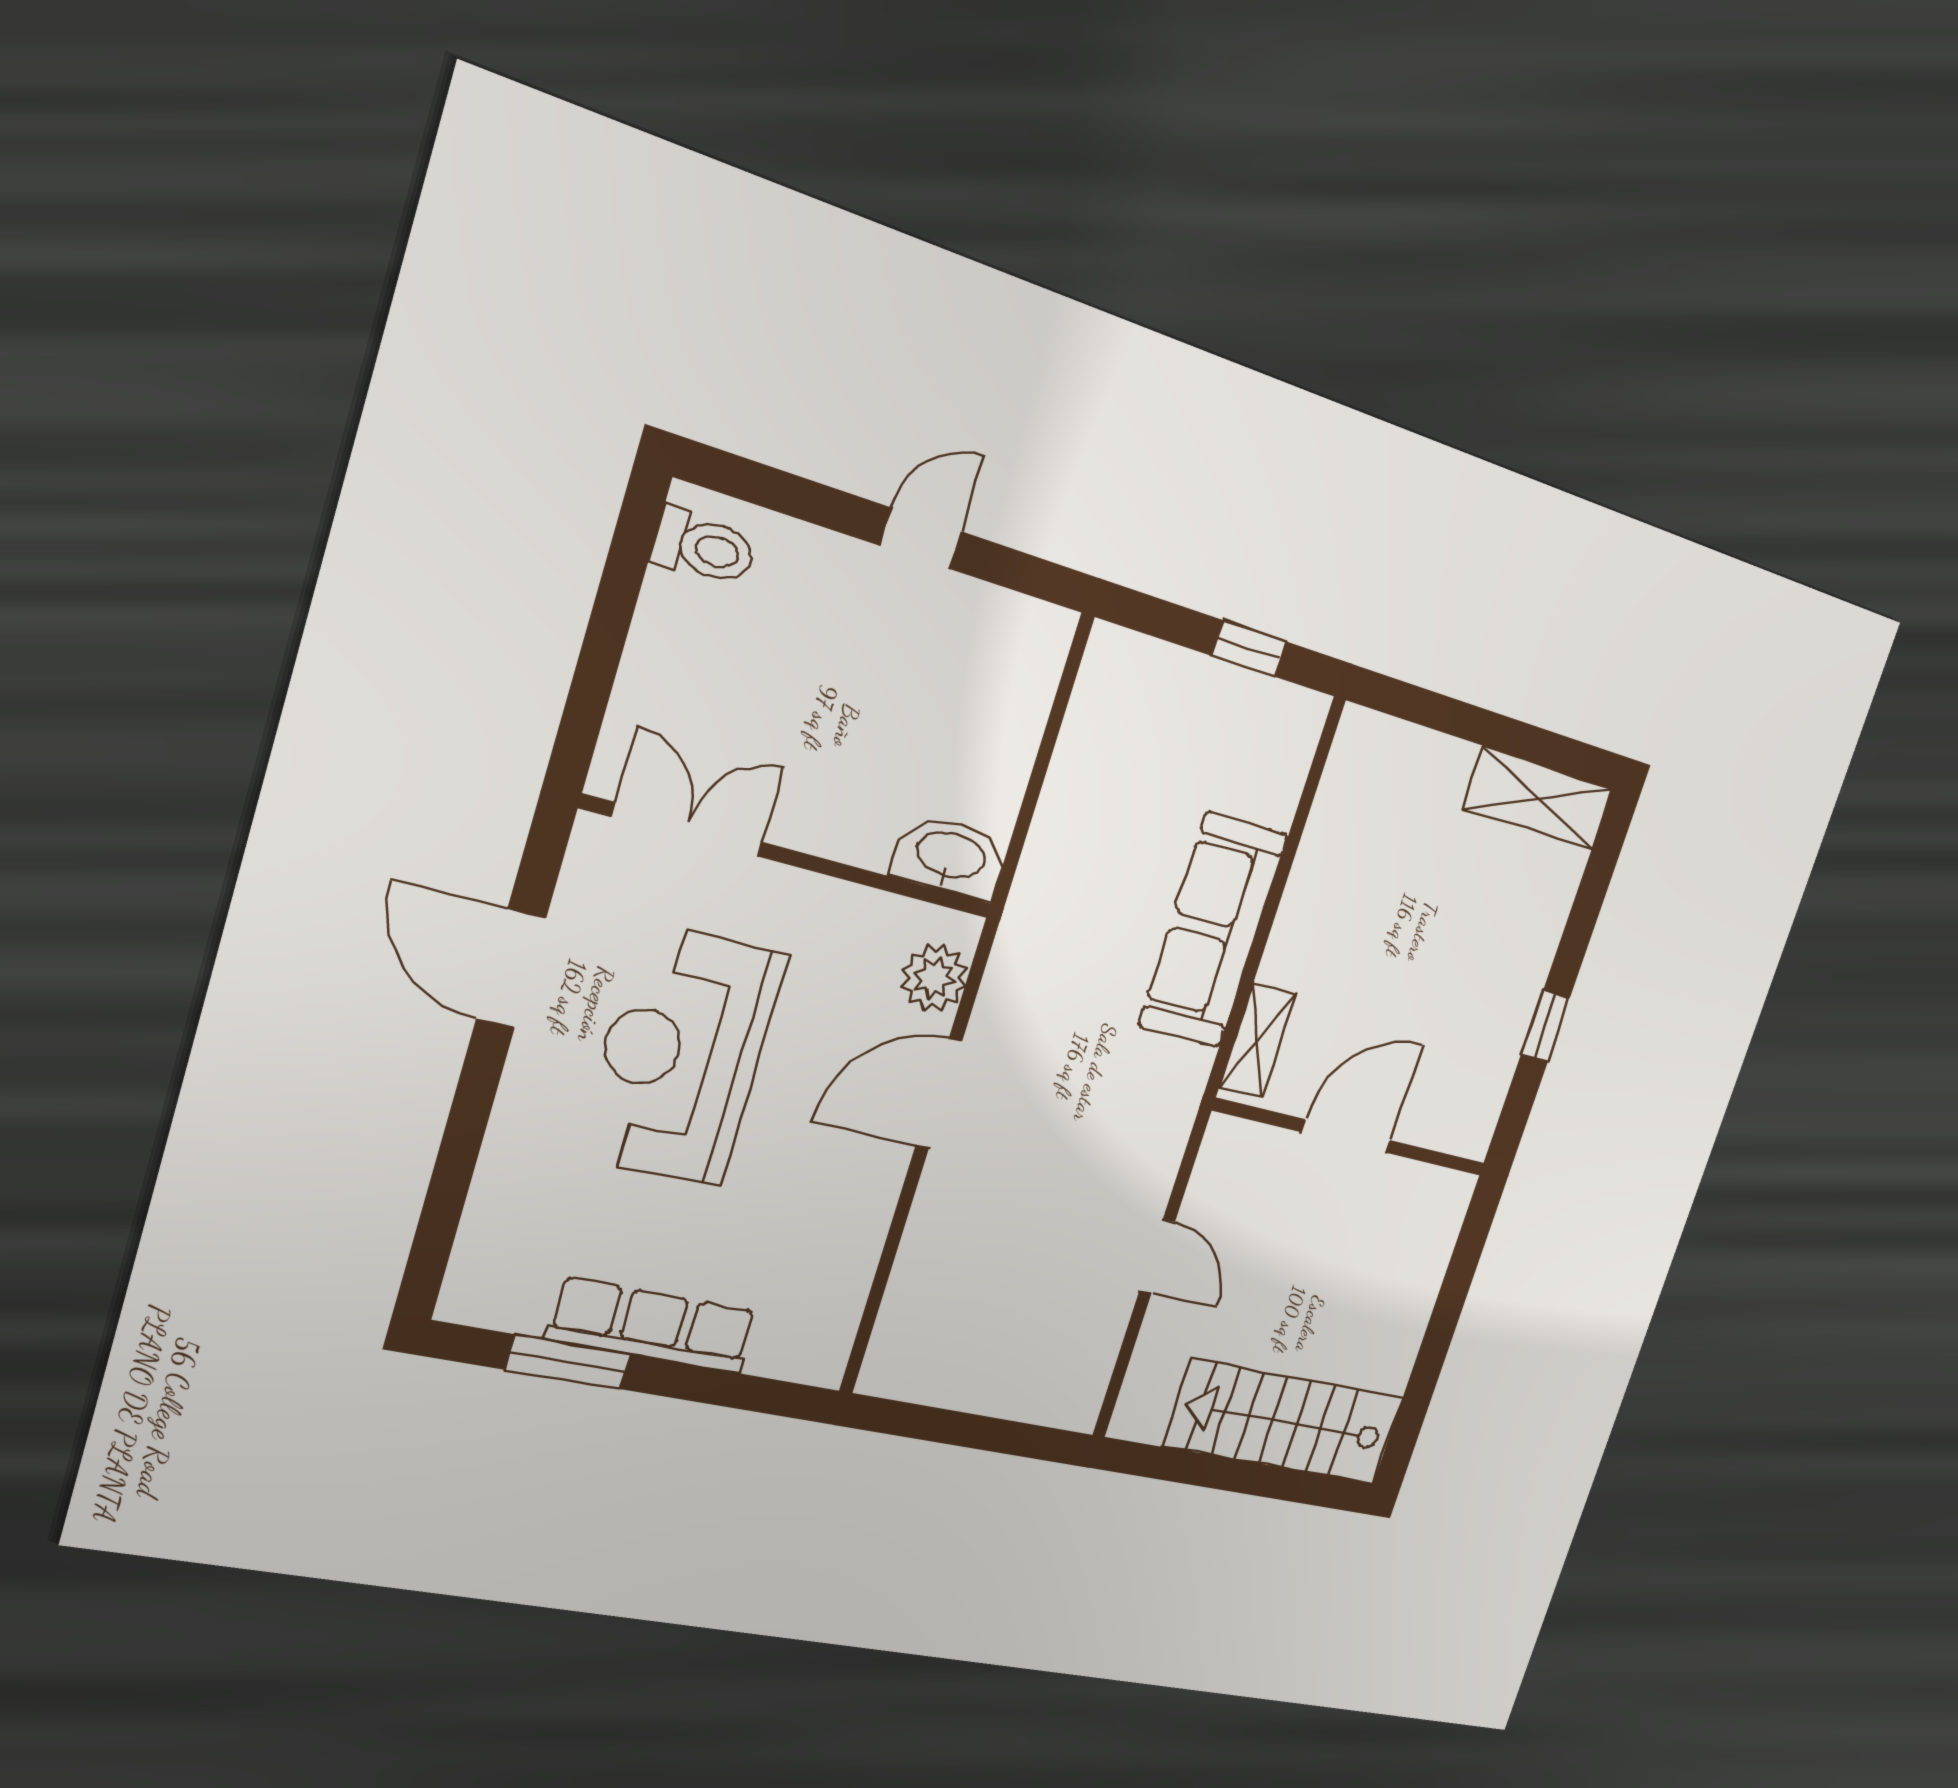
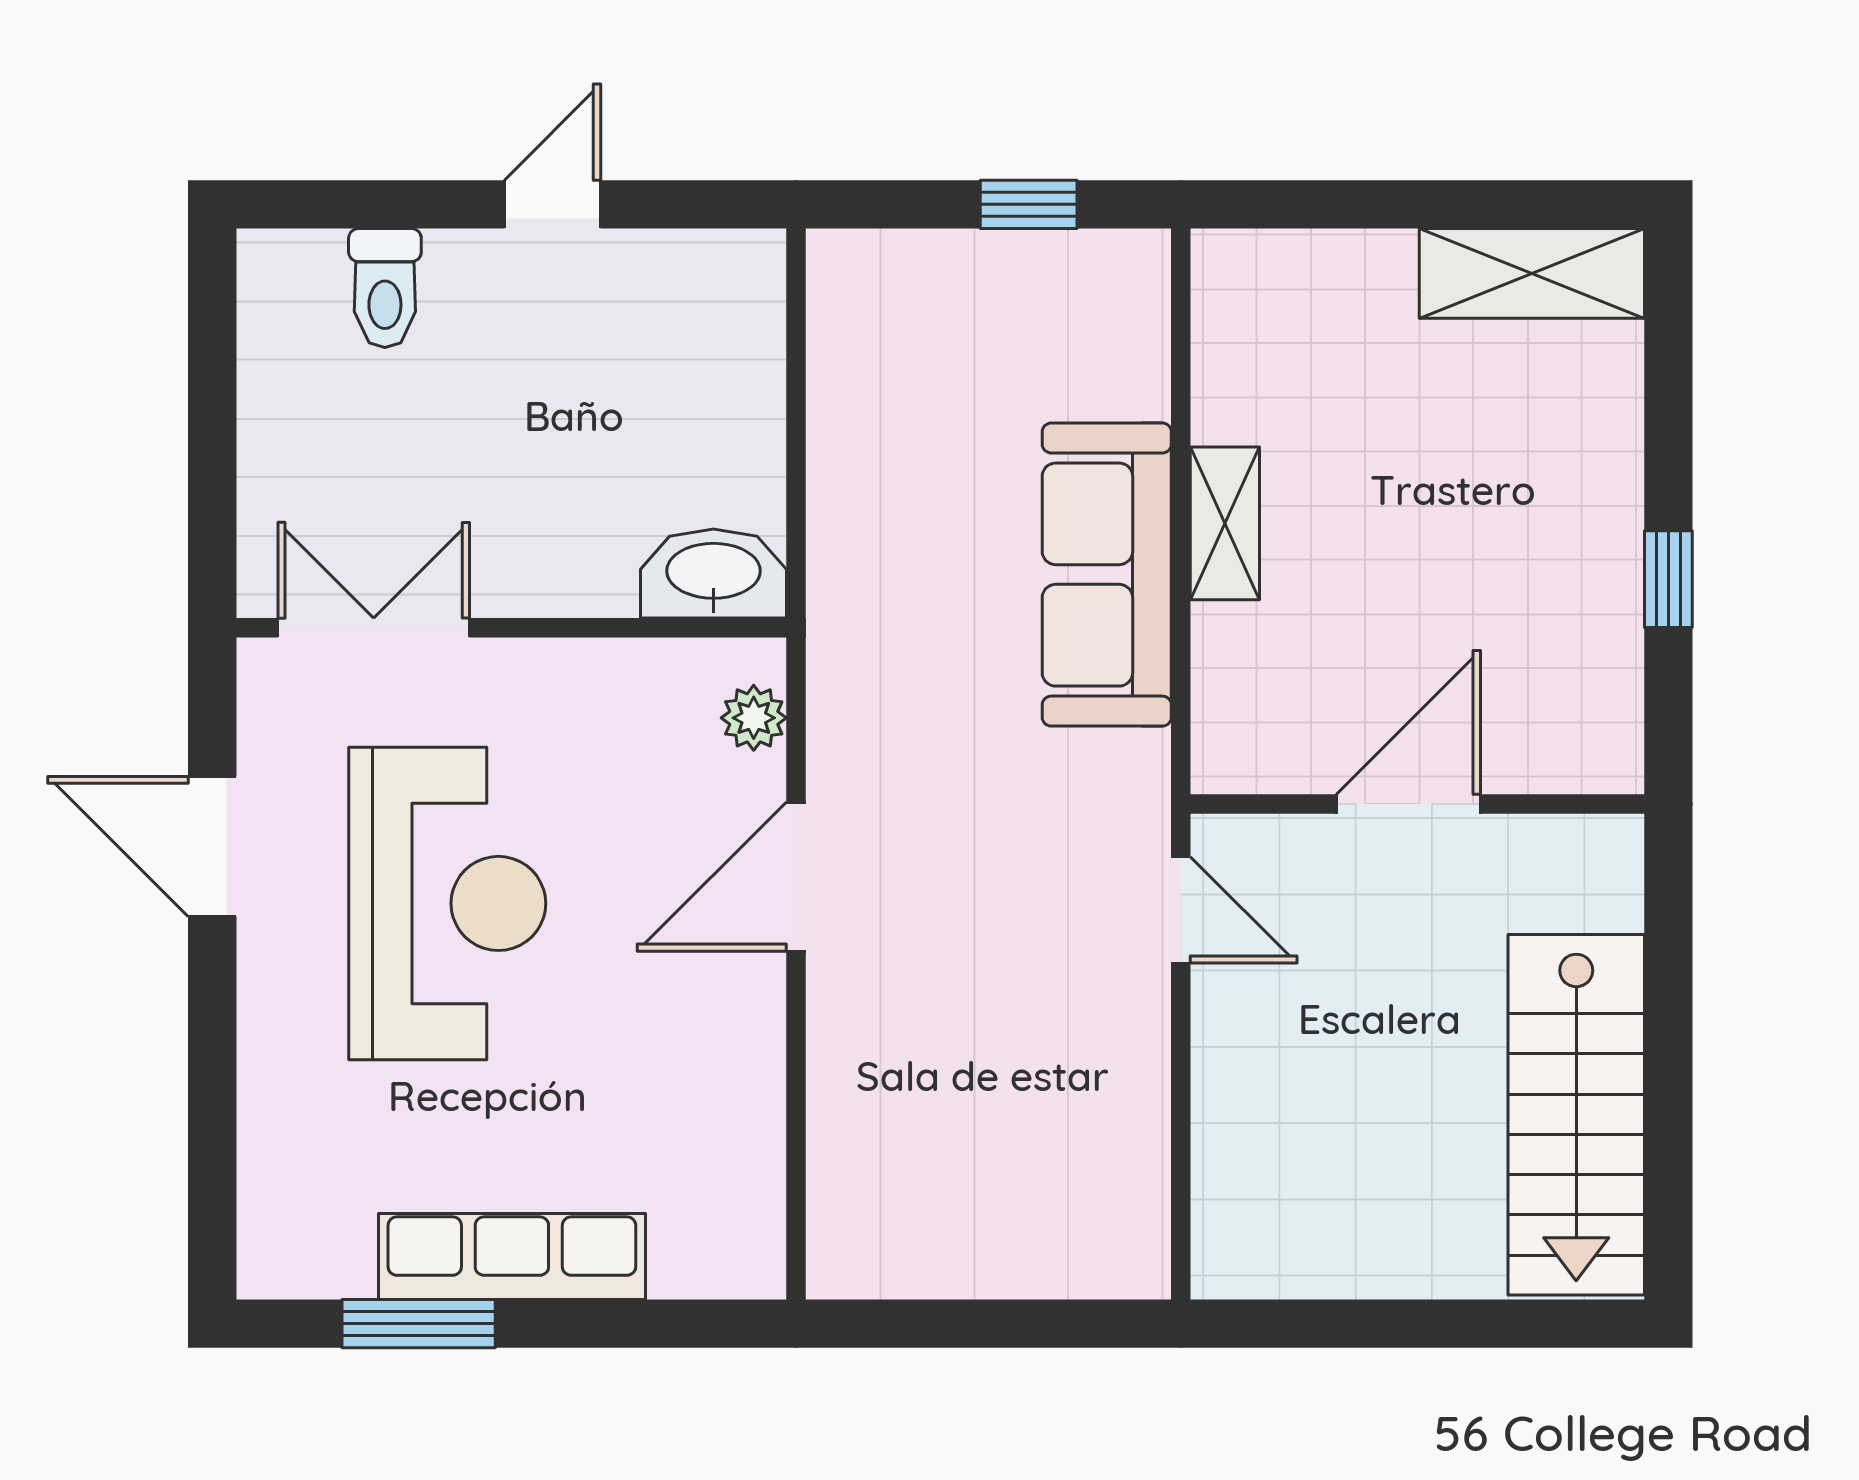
toilet: (704, 547) -> (385, 288), moved, turned 90
plant: (934, 978) -> (754, 718), width x0.73, depth x0.73
shelving: (1258, 1040) -> (1225, 523), moved
reception desk: (681, 1055) -> (447, 903), turned 180
door: (1157, 1256) -> (1181, 910), moved
stairs: (1284, 1422) -> (1576, 1115), moved, turned -90

